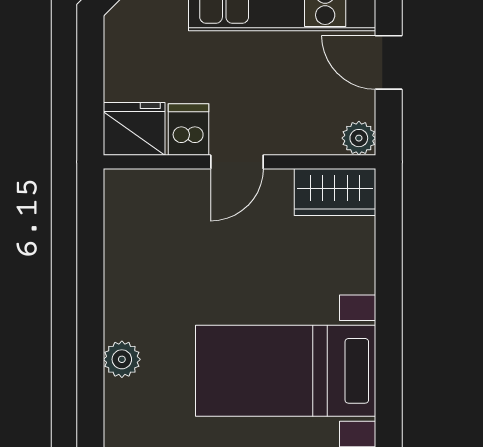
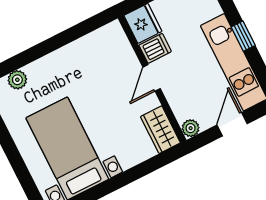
door: (237, 162) -> (152, 78), hinge flipped
plant: (122, 359) -> (17, 80), moved

